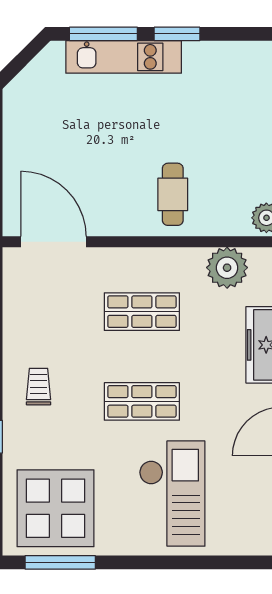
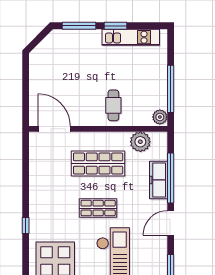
kitchen unit: (124, 57) -> (131, 37), moved
shop shelf: (142, 312) -> (98, 164), width x1.43, depth x1.36
trolley: (39, 387) -> (47, 201), removed

